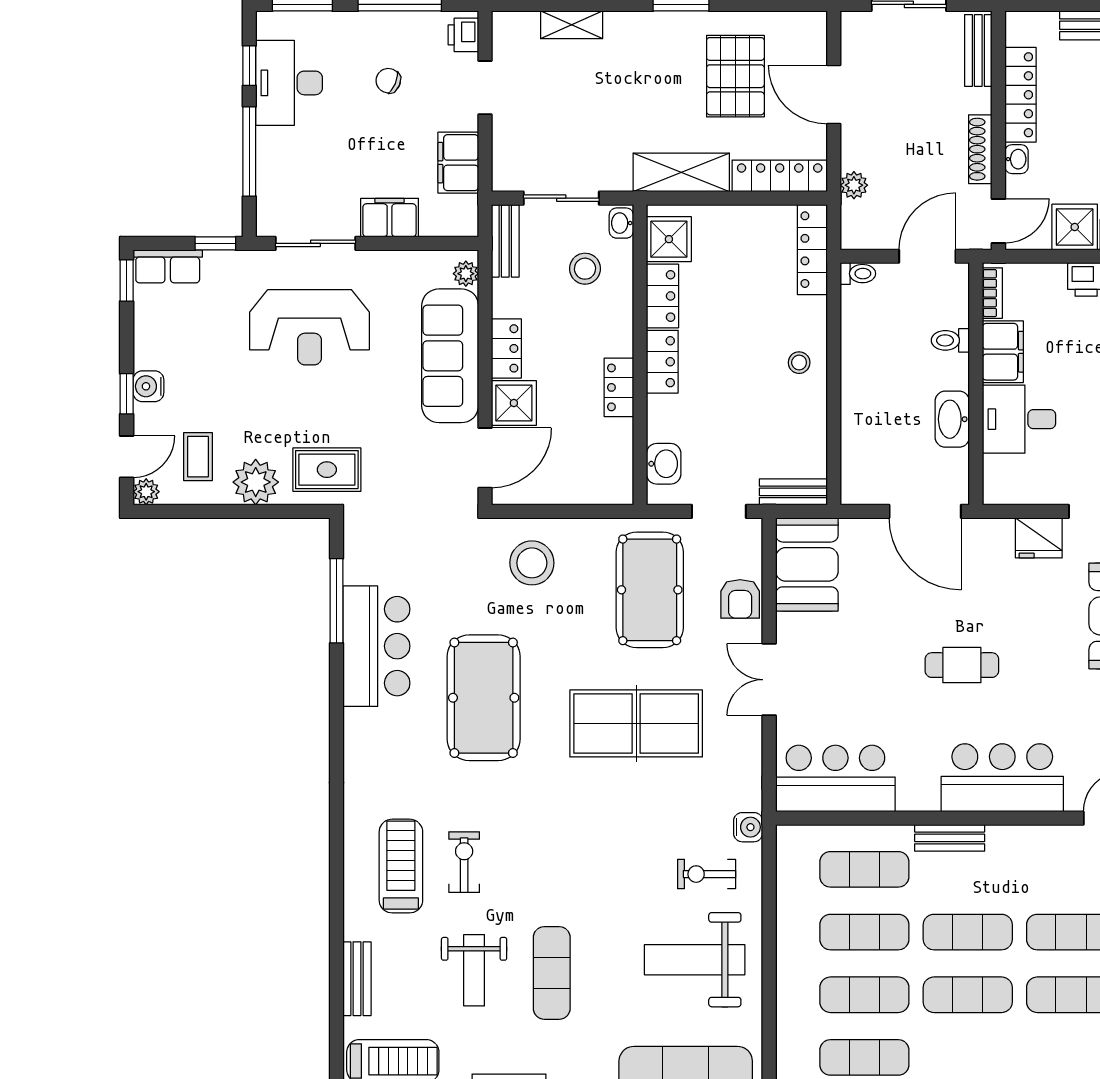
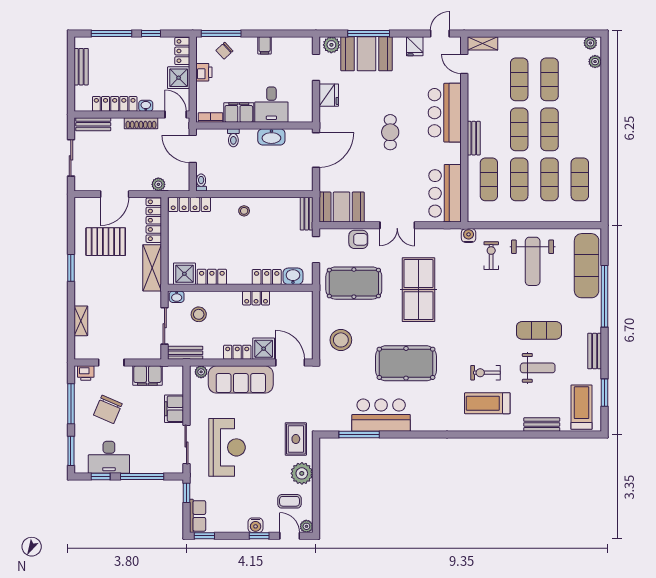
chair: (388, 81) -> (108, 409), width x1.87, depth x1.87
locker: (662, 362) -> (267, 277), moved
exercise bike: (707, 874) -> (491, 256), turned 180

